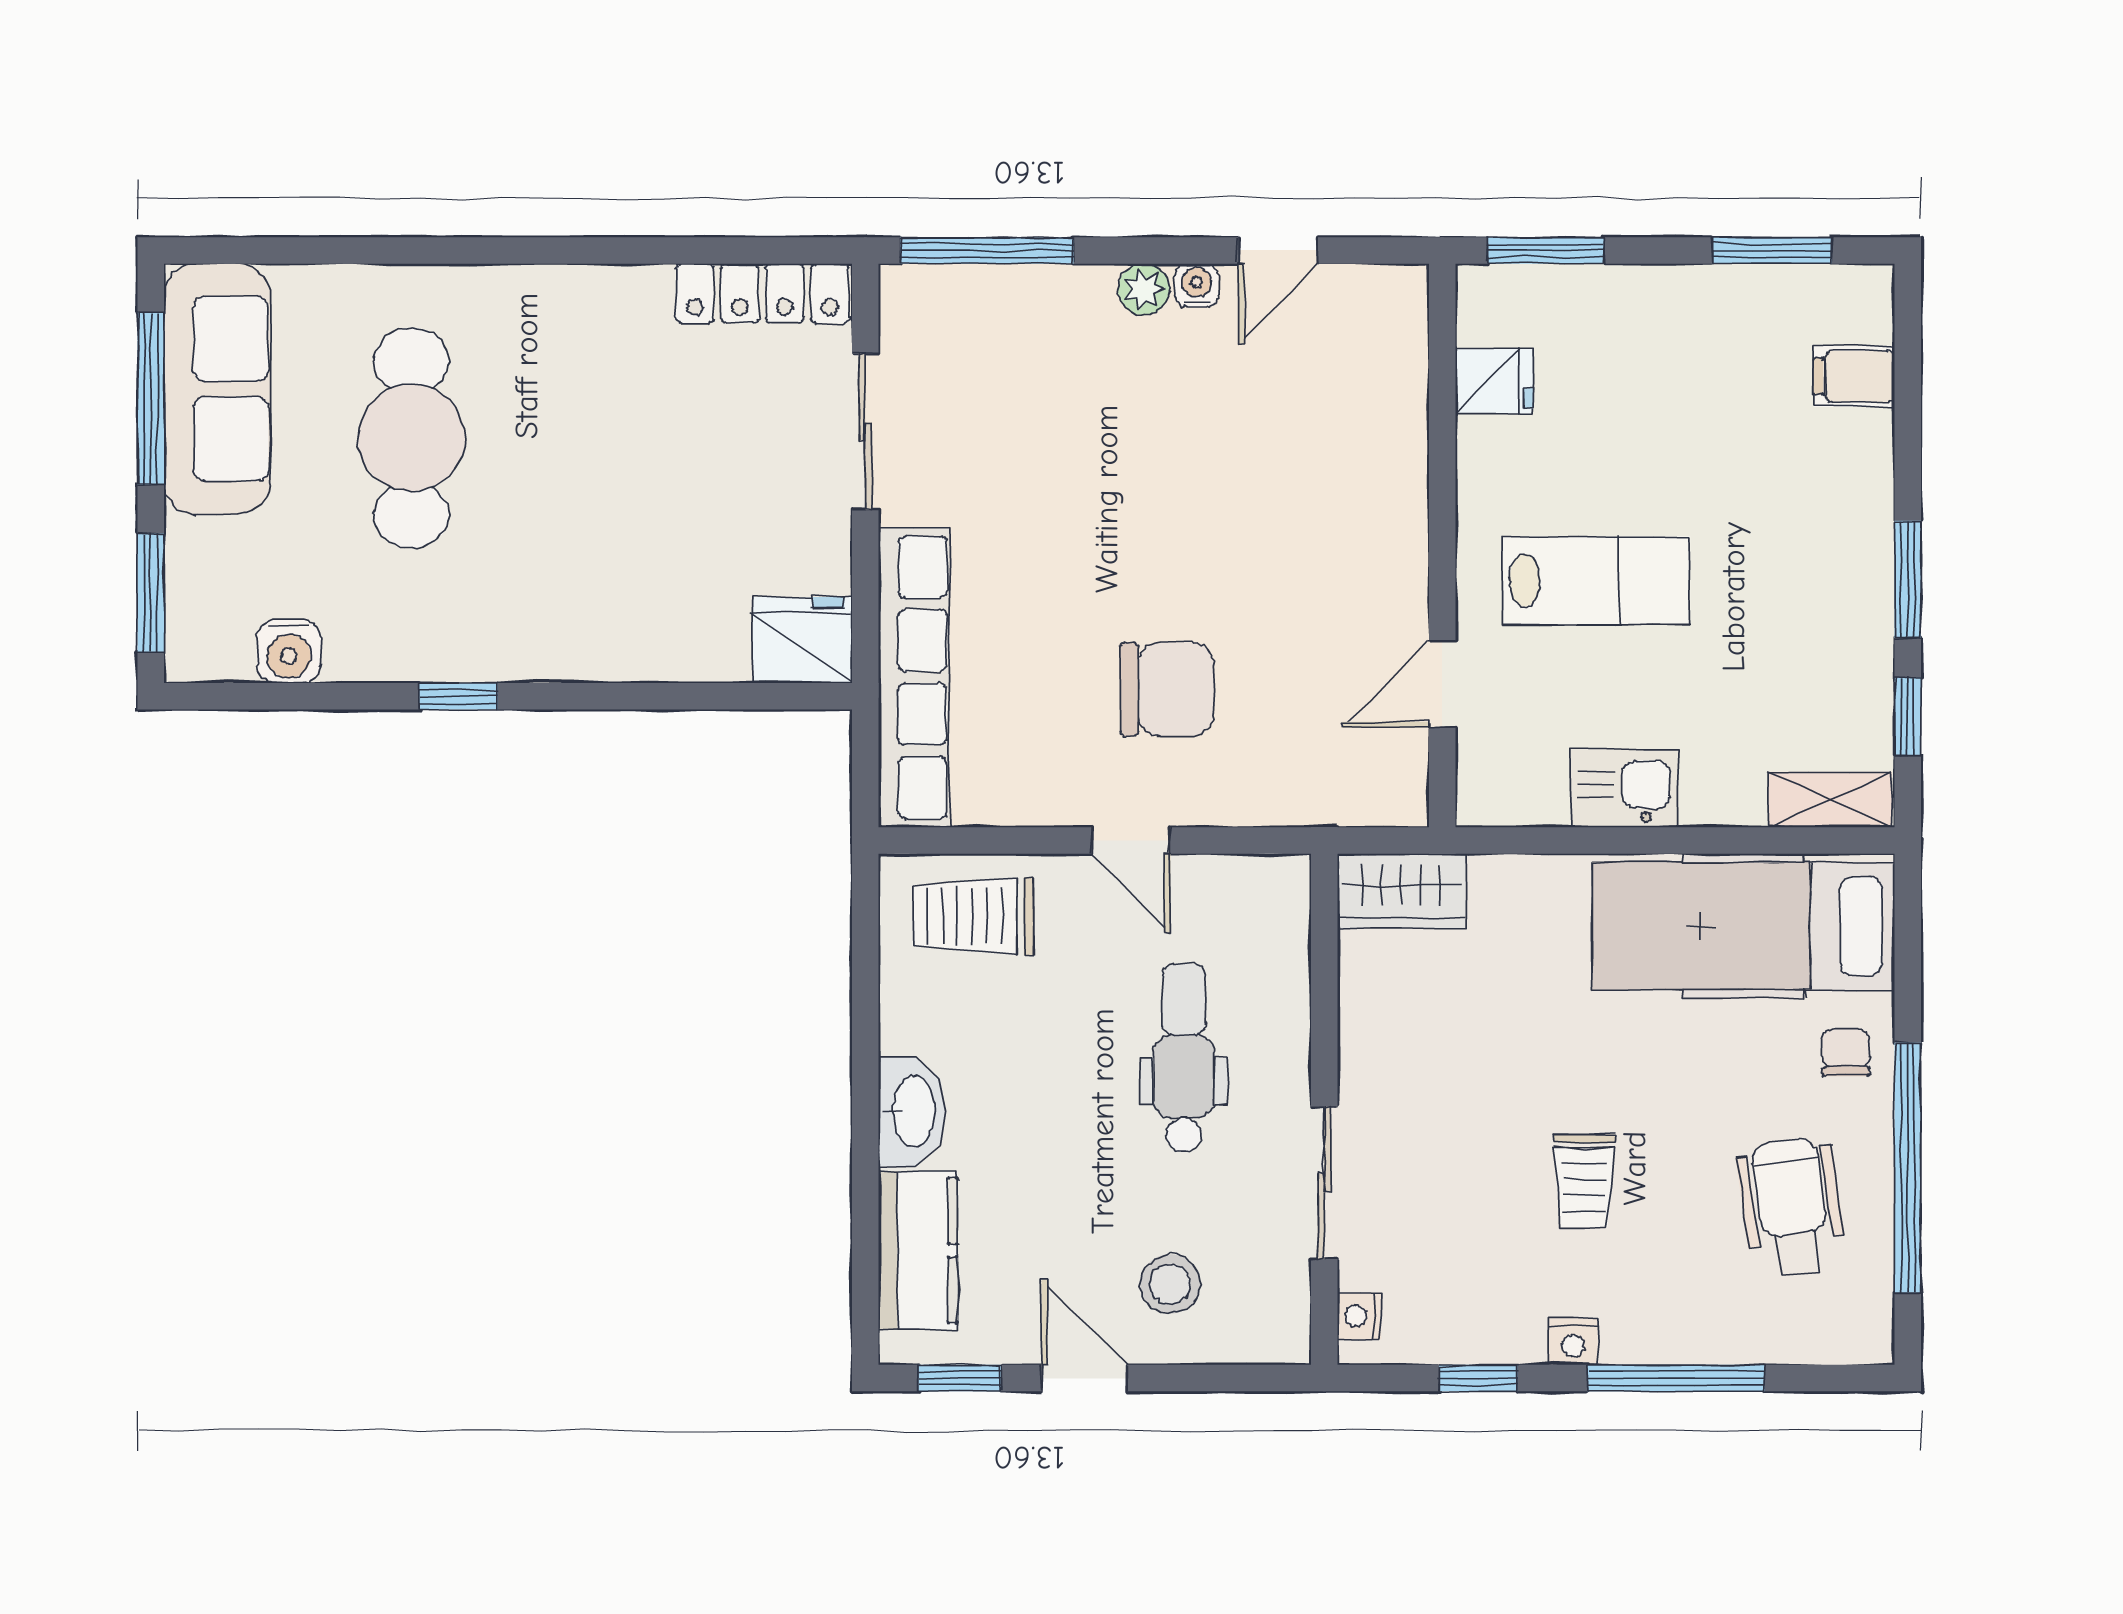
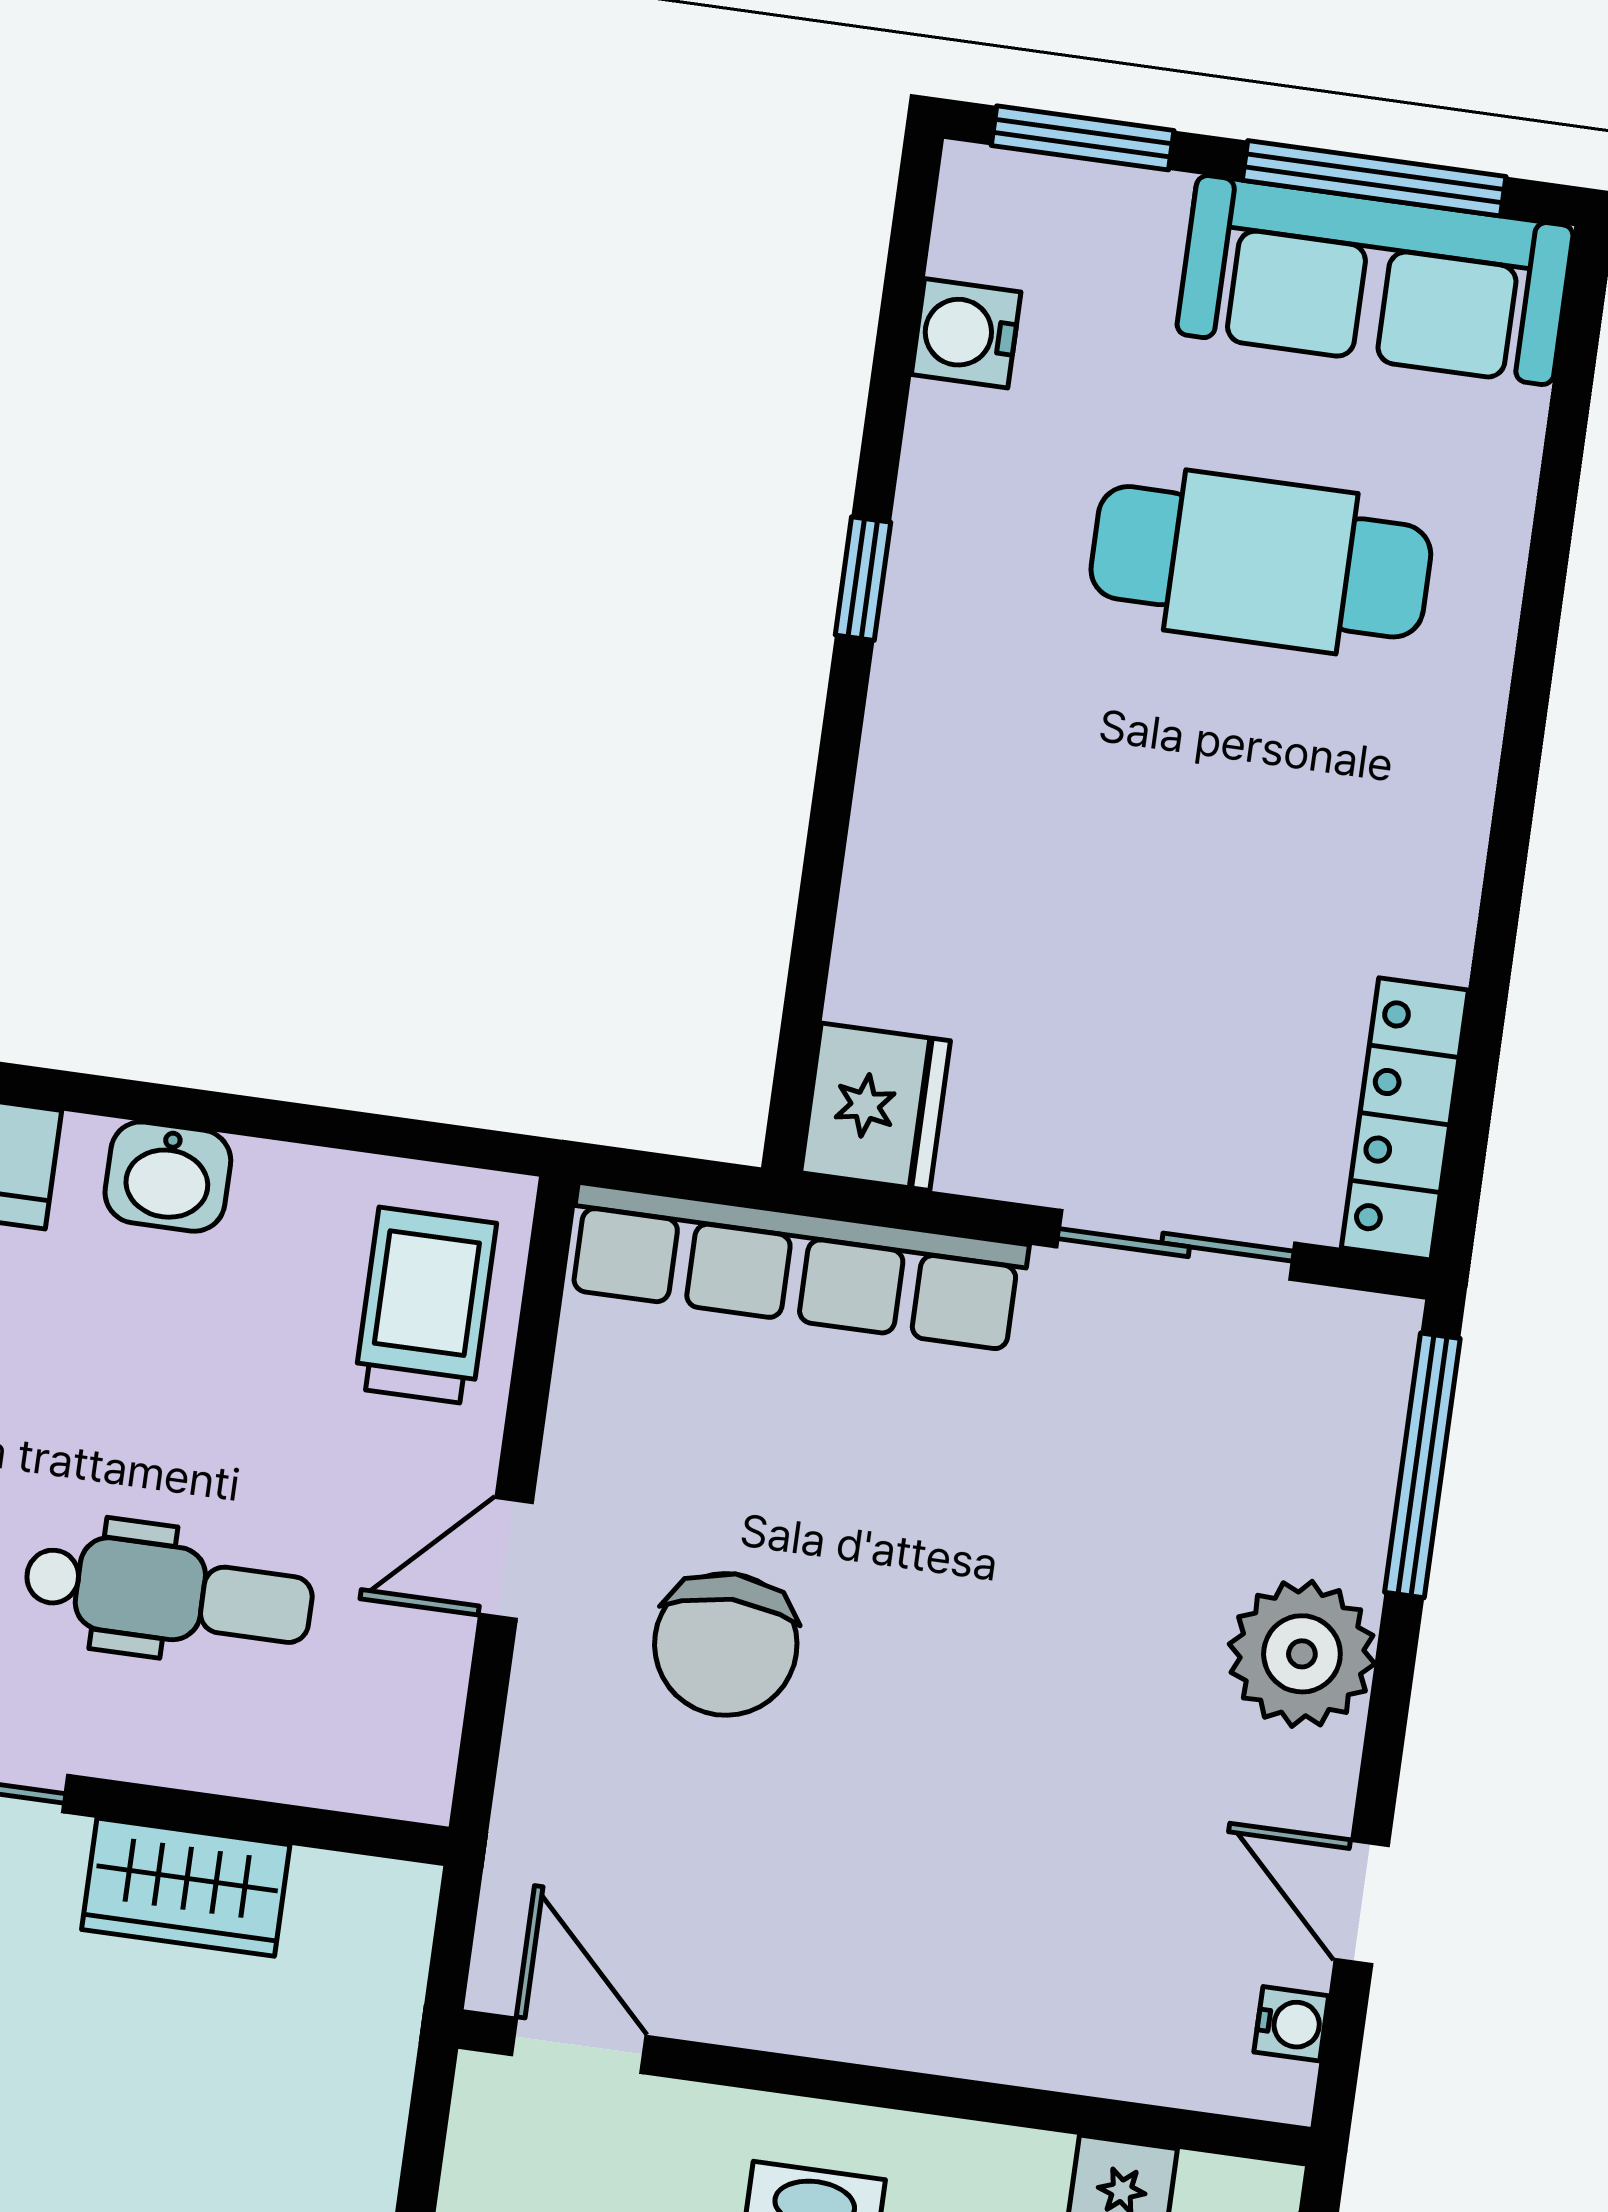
water cooler: (1197, 285) -> (1291, 2024), moved
plant: (1144, 289) -> (1302, 1654), width x1.88, depth x1.88
door: (1442, 684) -> (579, 2045), moved
wardrobe: (1401, 891) -> (186, 1887), moved, turned -90
washbasin: (912, 1111) -> (168, 1177), width x0.72

